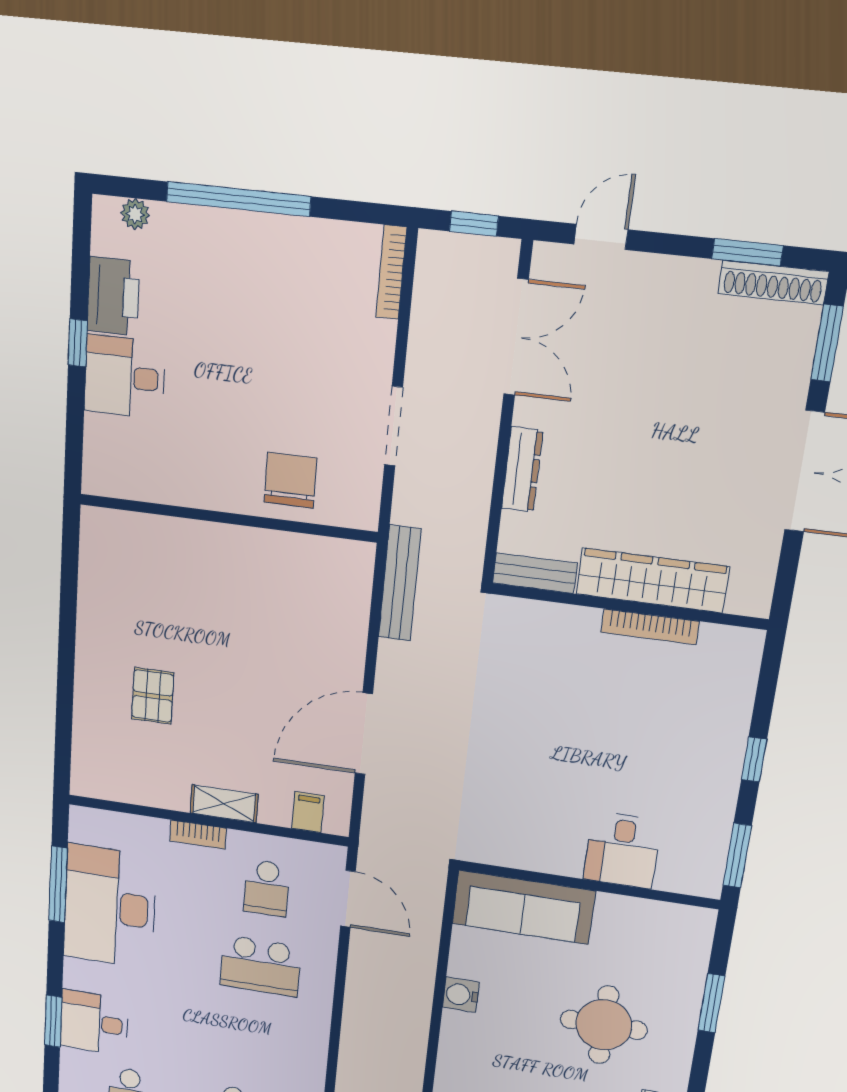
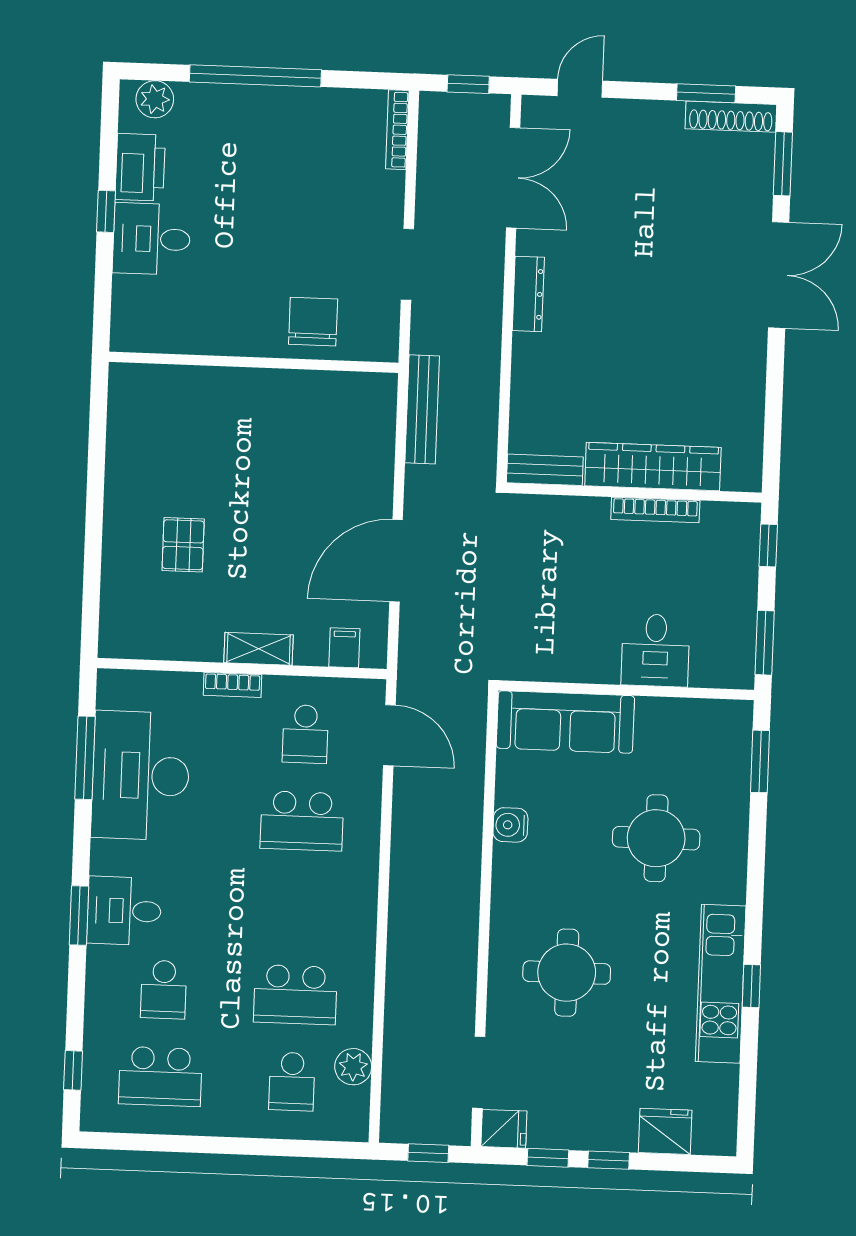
plant: (135, 214) -> (155, 99), width x1.38, depth x1.38
bench: (535, 573) -> (545, 470), moved
wardrobe: (652, 580) -> (653, 467), moved
wall: (629, 606) -> (634, 493), moved
bookcase: (650, 627) -> (655, 510), moved
window: (711, 1003) -> (760, 761), moved

